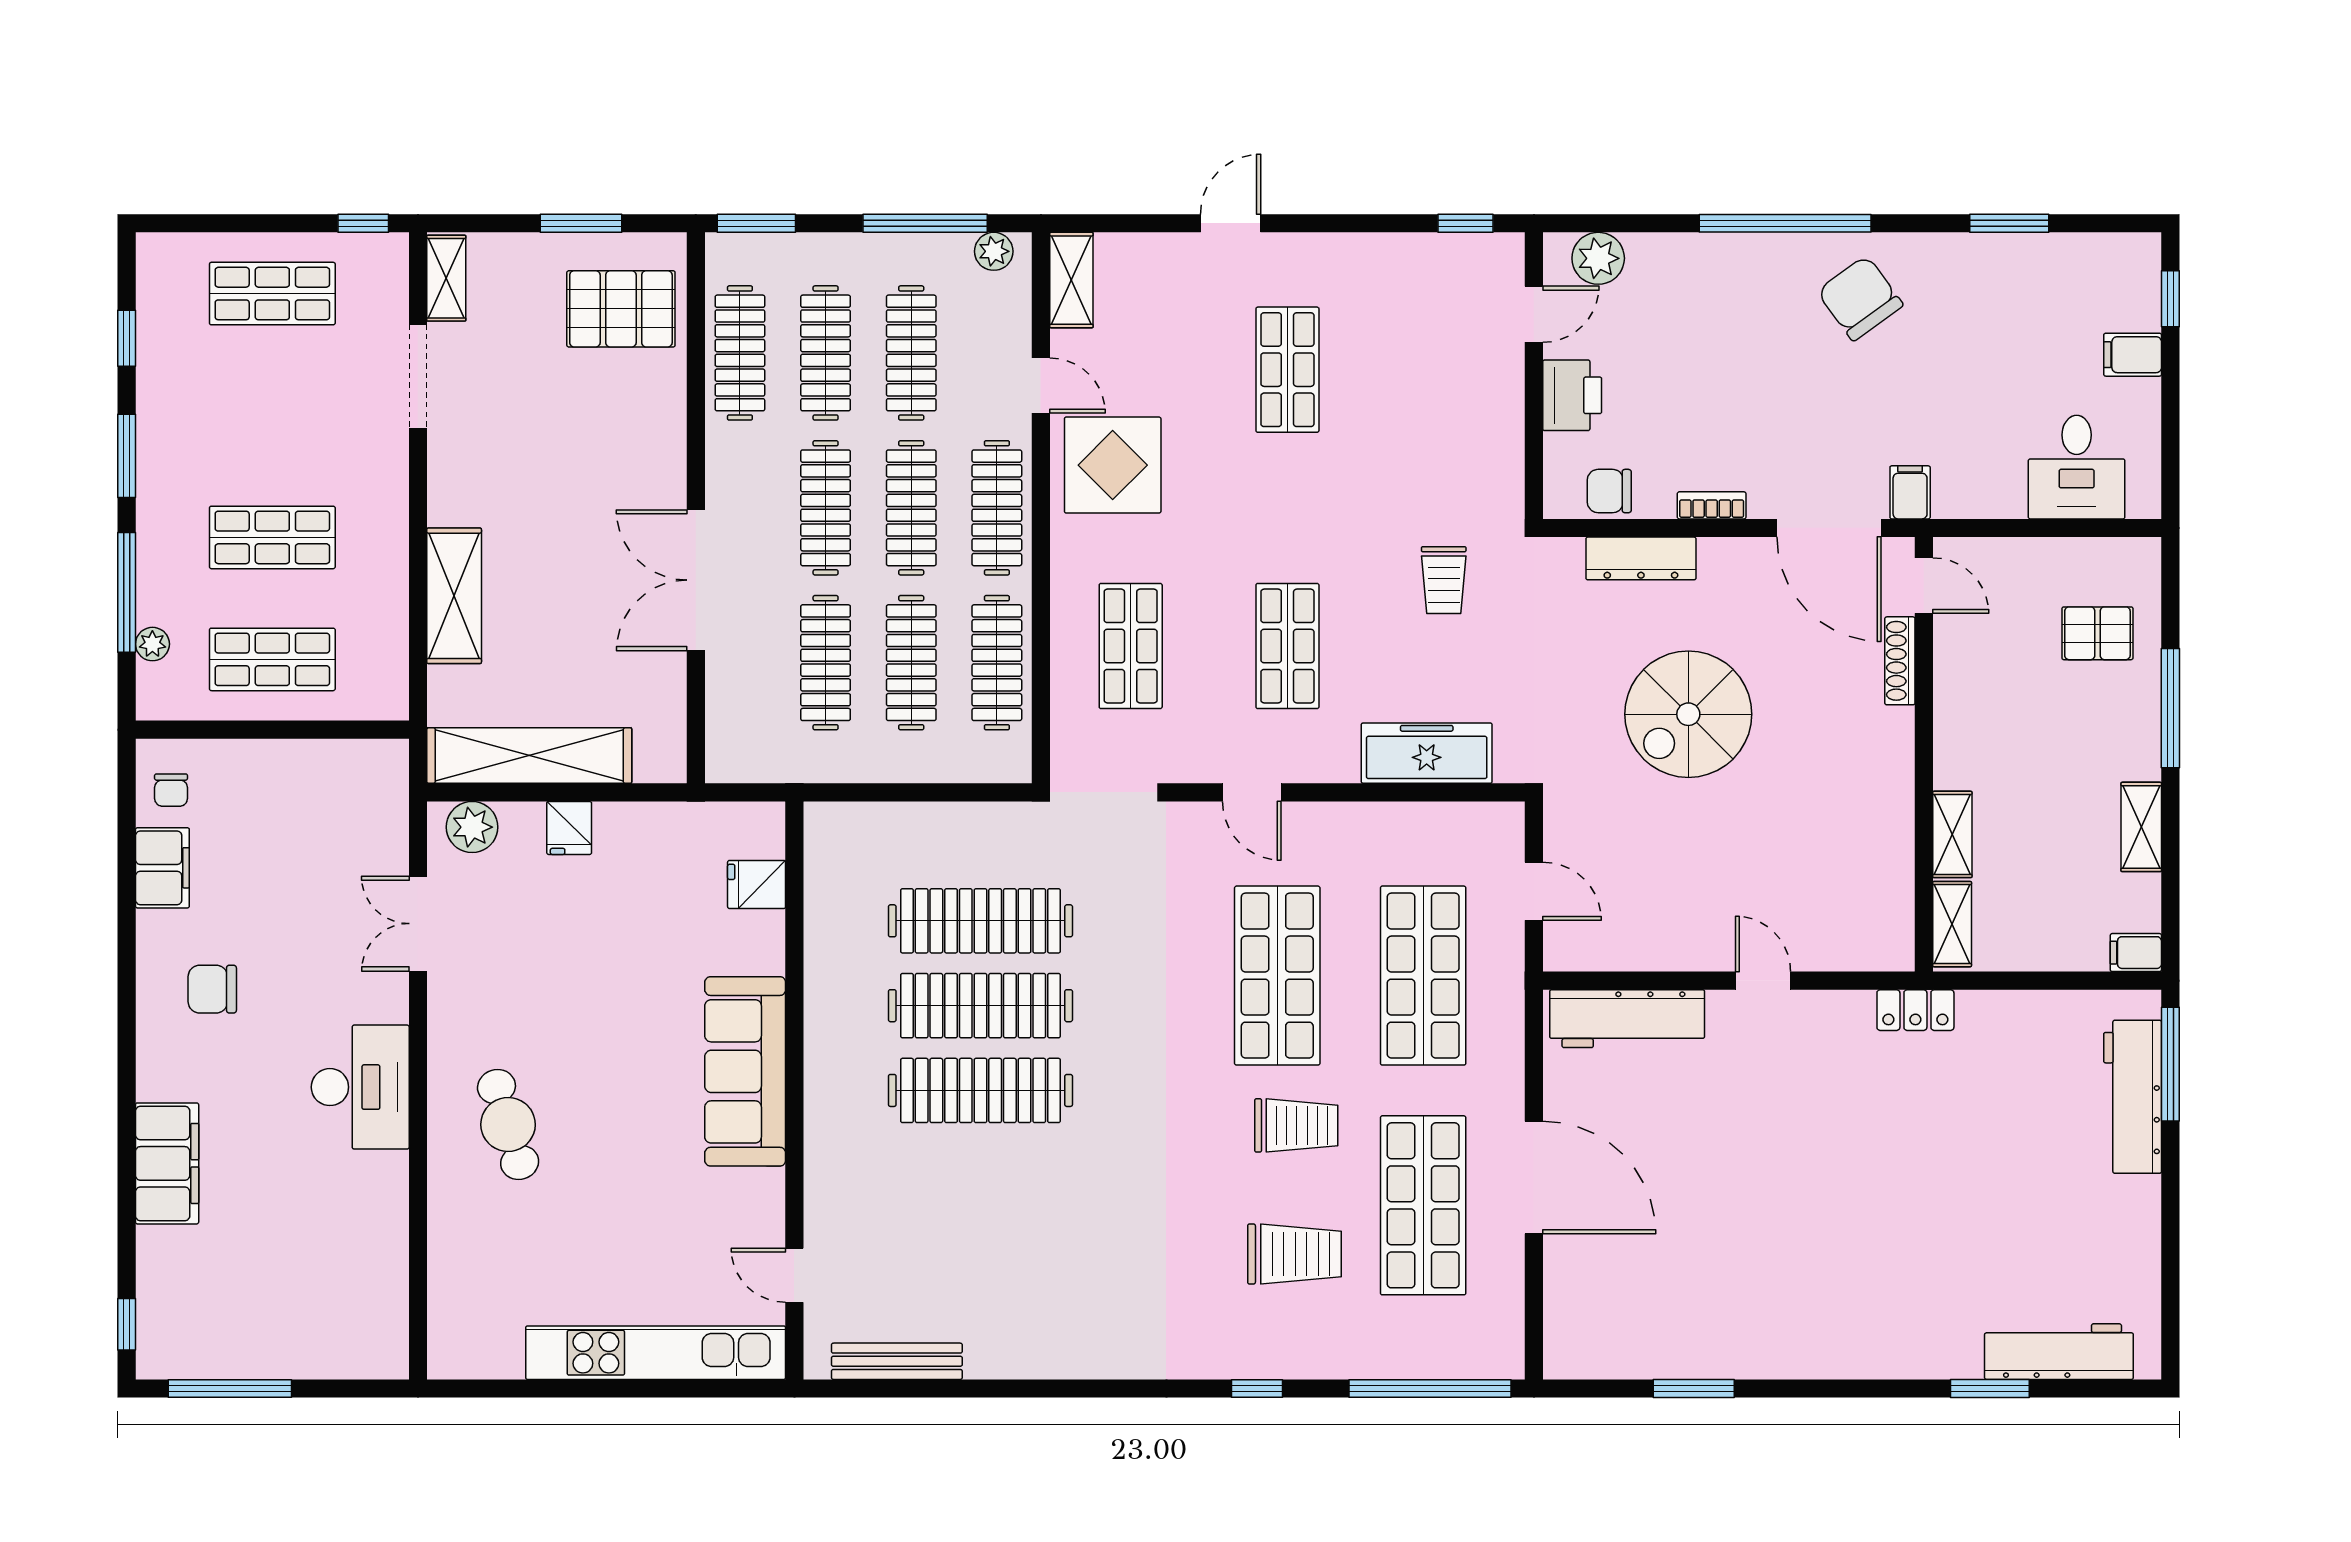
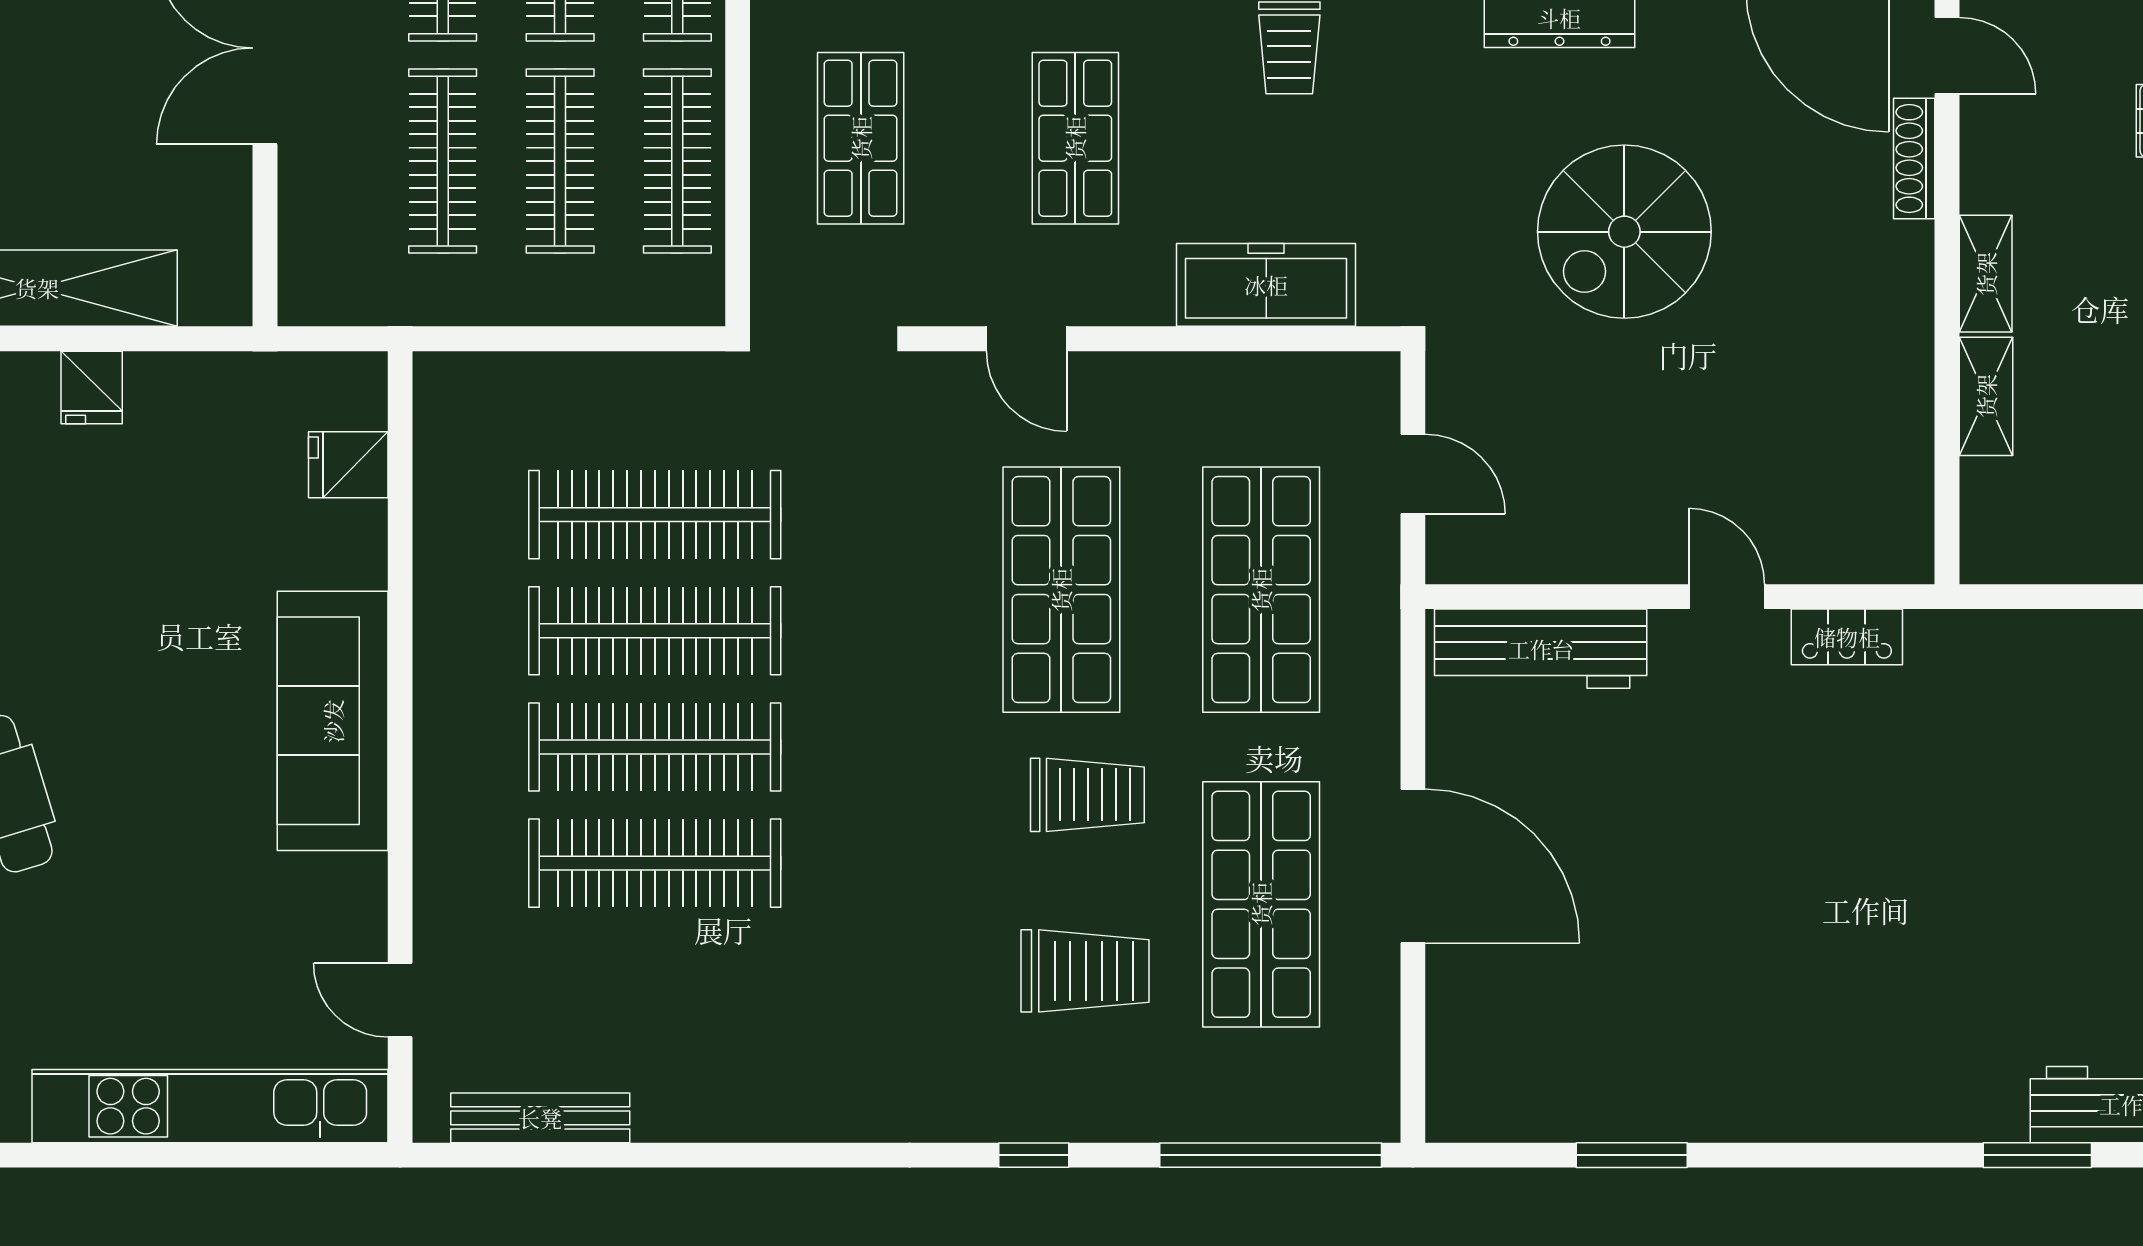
shelving: (1952, 924) -> (1986, 274), moved
locker: (1915, 1010) -> (1847, 637), moved
clothes rail: (980, 1175) -> (655, 863), added

